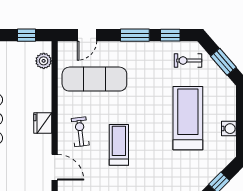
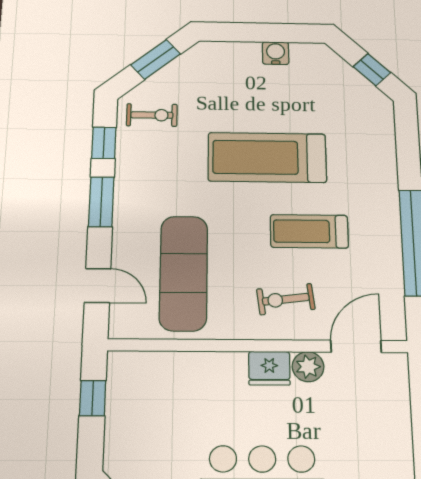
plant: (44, 61) -> (308, 367), moved
exercise bike: (188, 61) -> (152, 115), turned -90
treadmill: (188, 118) -> (267, 157), moved

